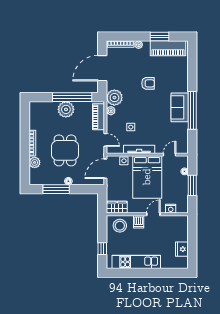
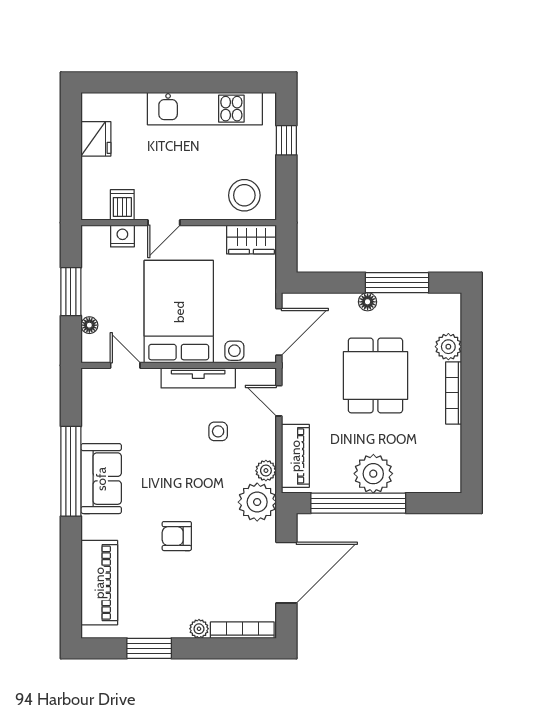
piano: (168, 48) -> (99, 583), moved, turned 90
door: (170, 155) -> (125, 365), swing flipped
dishwasher: (139, 222) -> (122, 205), moved

